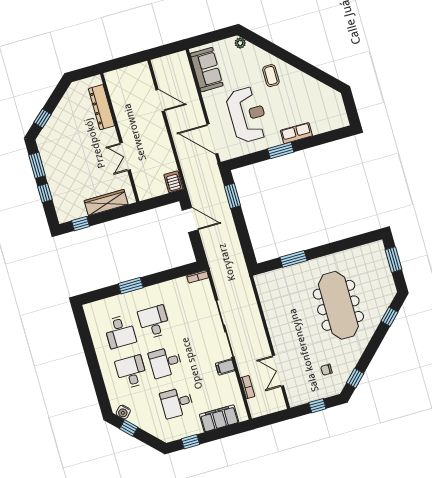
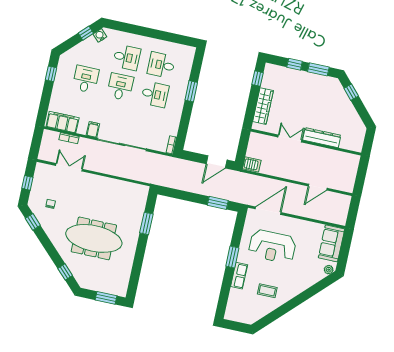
sofa: (207, 70) -> (331, 243), moved, turned 90
coffee table: (271, 76) -> (267, 291), moved
dresser: (102, 107) -> (322, 138), moved
filing cabinet: (219, 418) -> (63, 122), moved, turned -90

